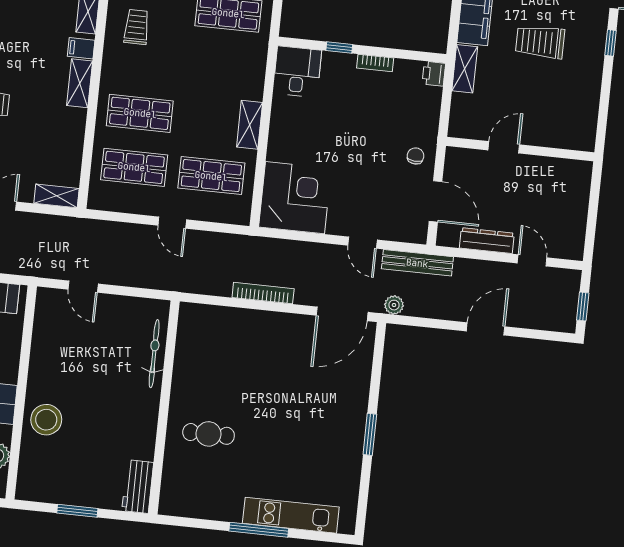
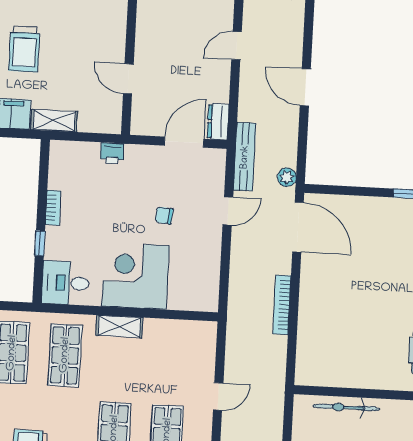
printer: (434, 74) -> (112, 153), moved
chair: (415, 156) -> (164, 215), moved
shop shelf: (211, 176) -> (65, 355), moved
corner desk: (295, 198) -> (136, 276), moved
dresser: (487, 241) -> (218, 122), moved, width x0.70

